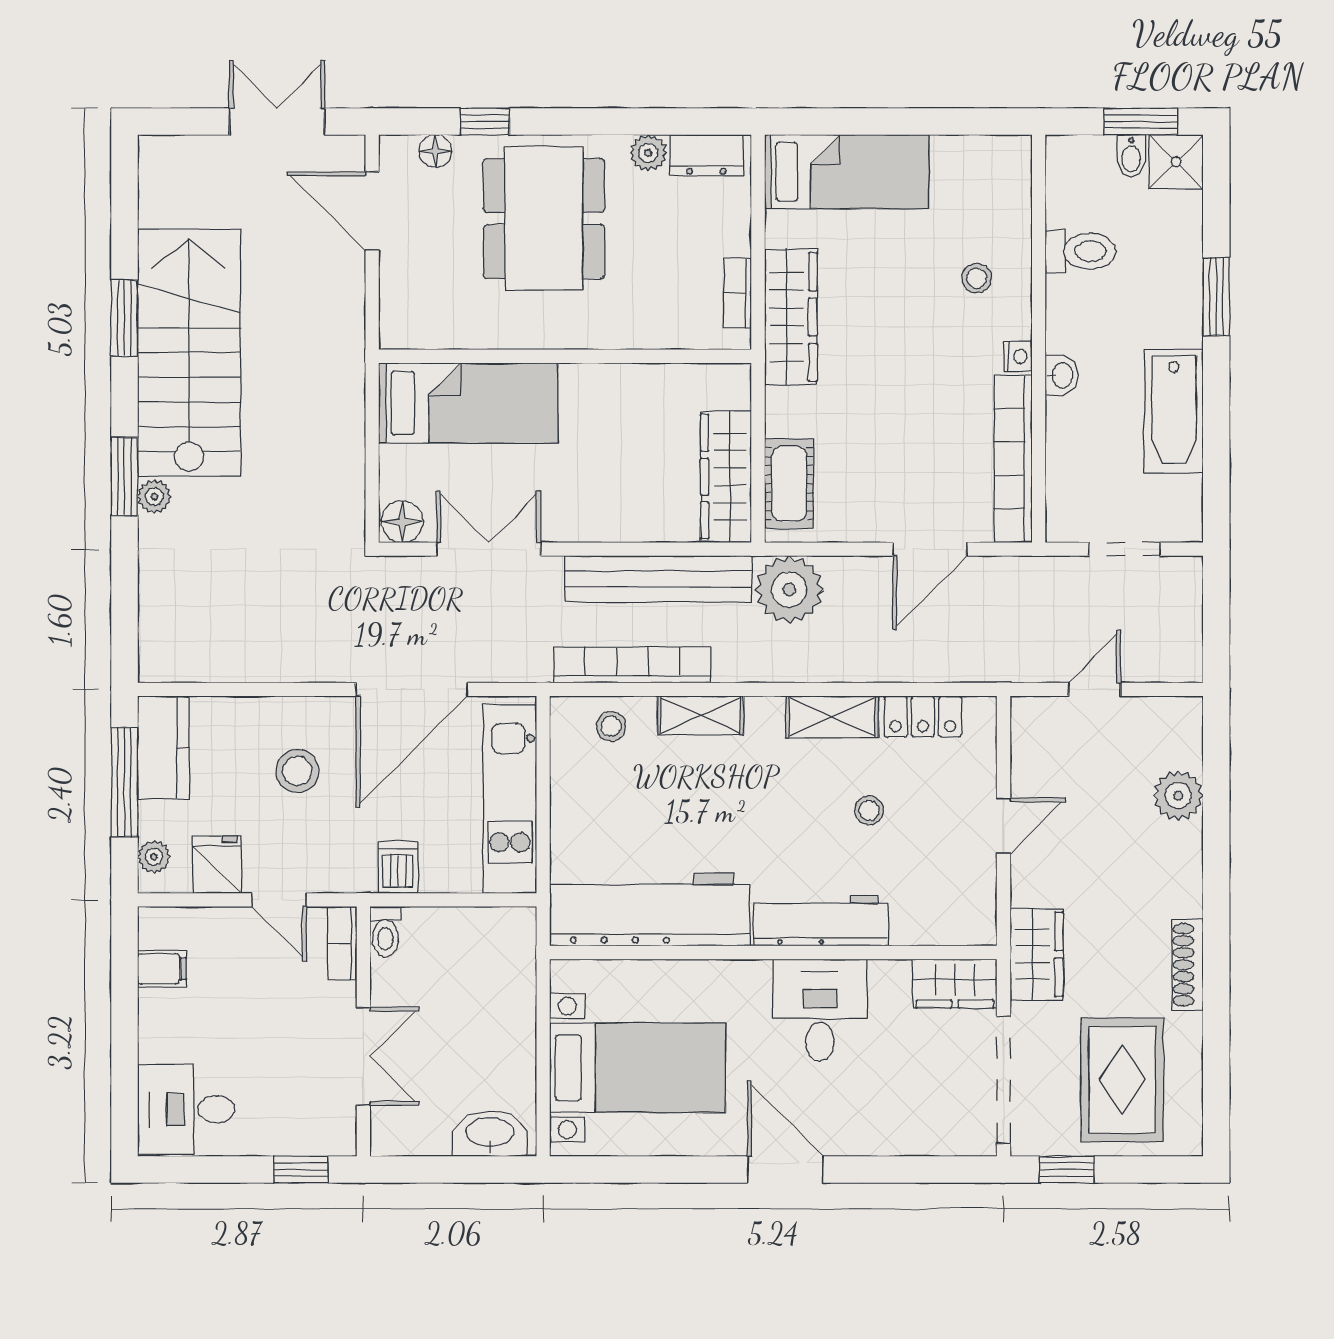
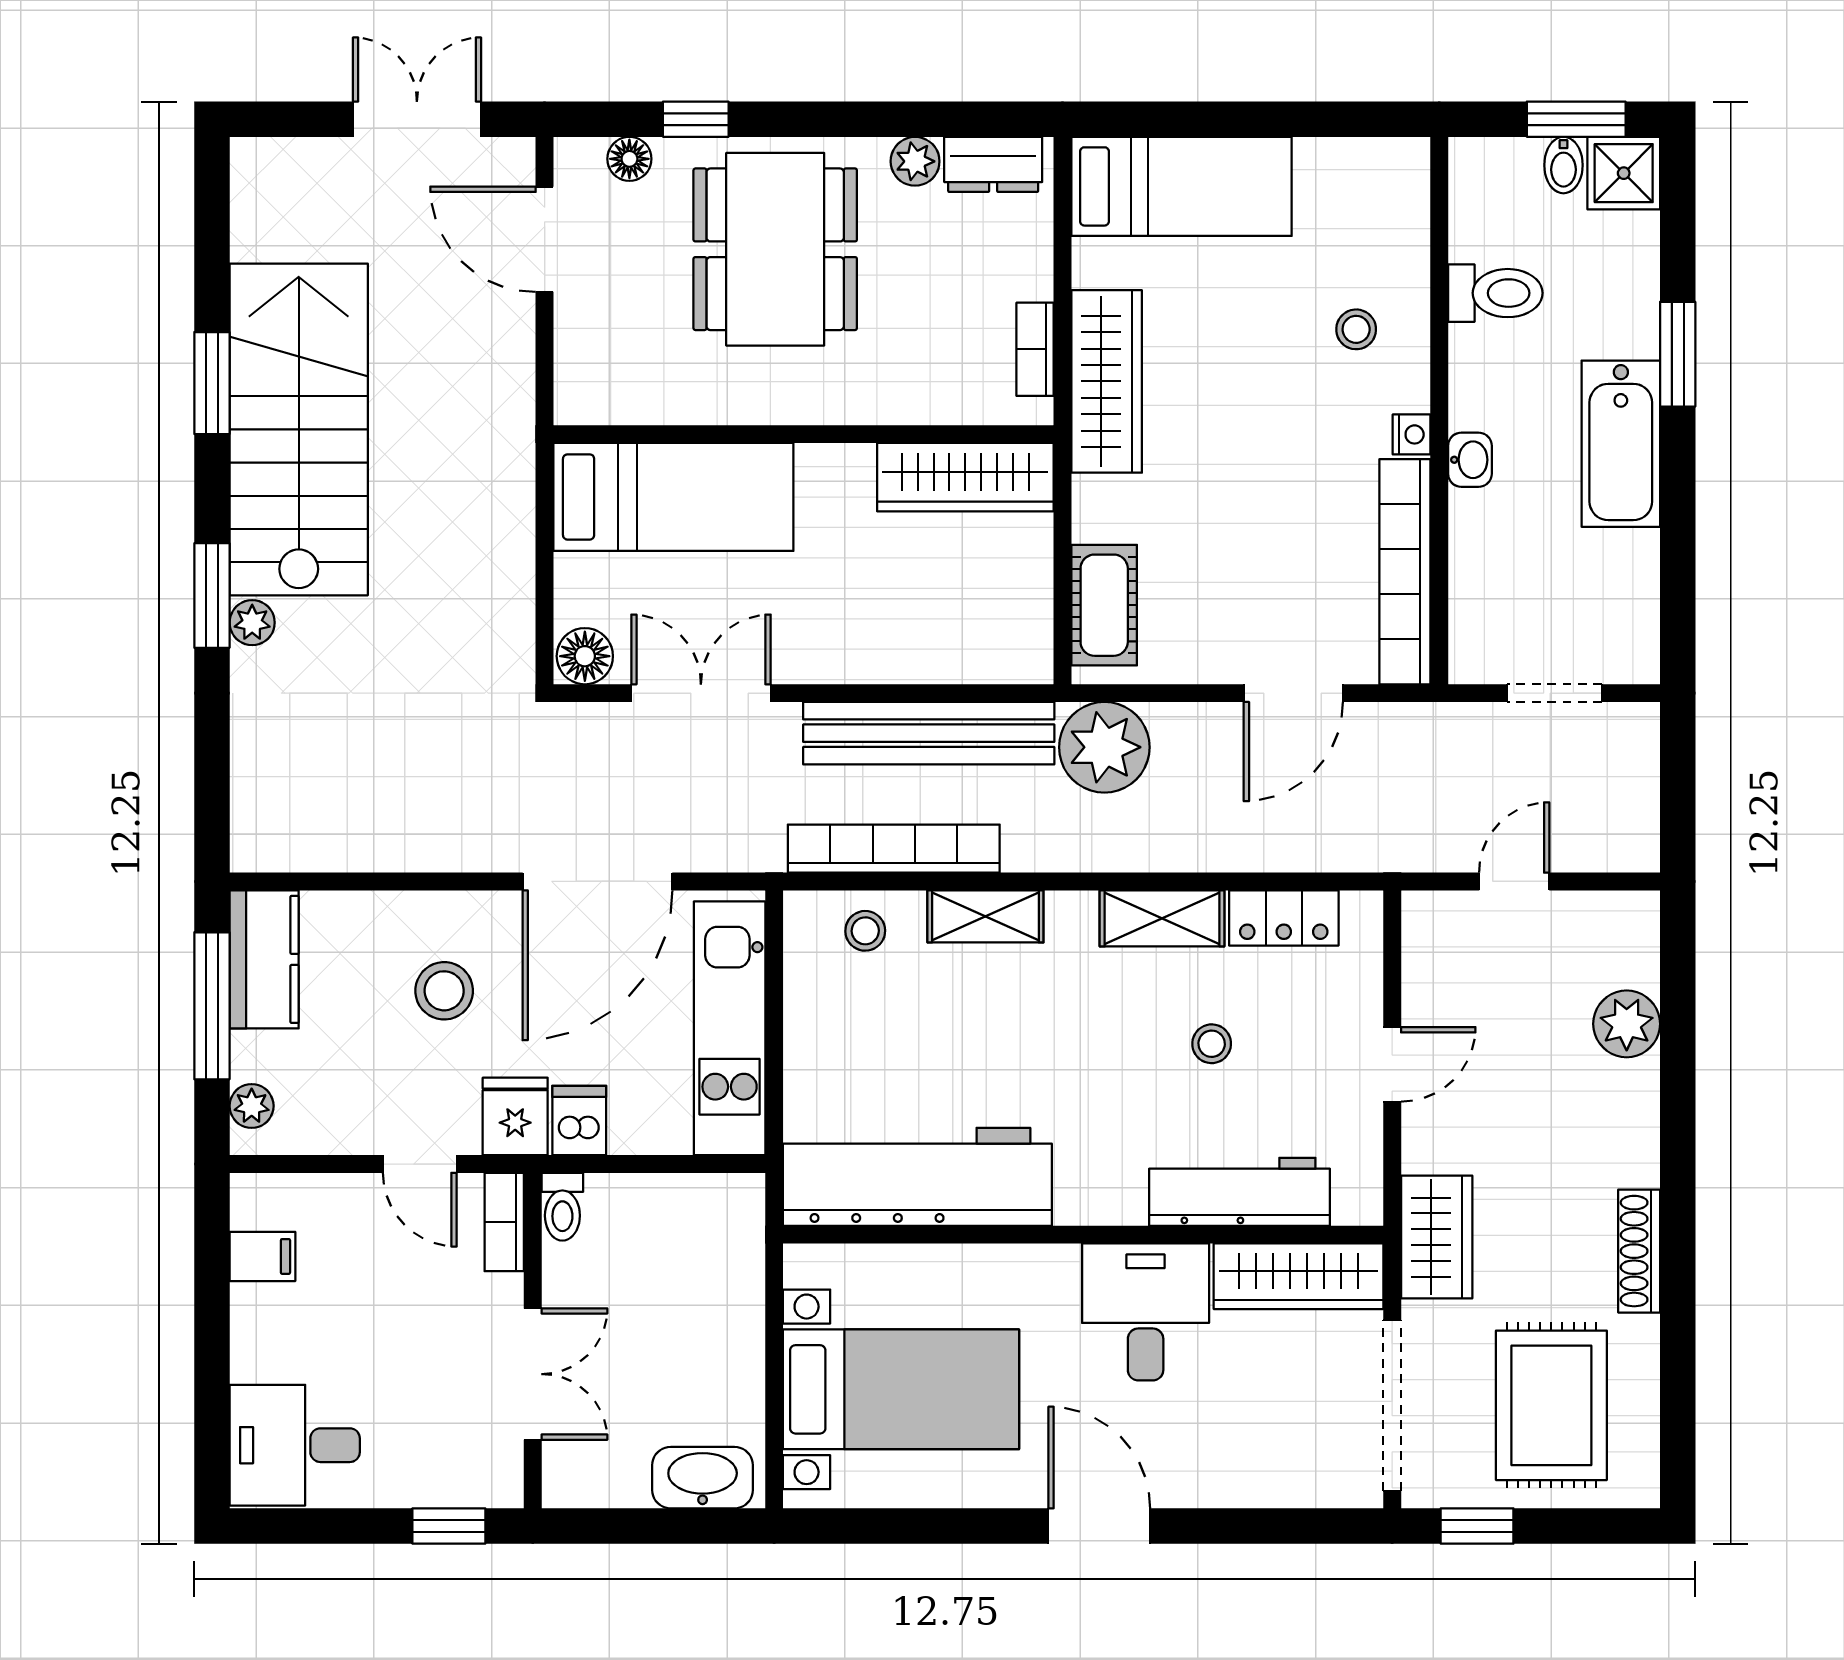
bathtub: (1174, 412) -> (1621, 444), moved
wardrobe: (726, 477) -> (965, 477), moved, turned -90
fridge: (217, 864) -> (515, 1116), moved
workbench: (821, 921) -> (1240, 1192), moved
wardrobe: (955, 984) -> (1299, 1276), width x1.50

